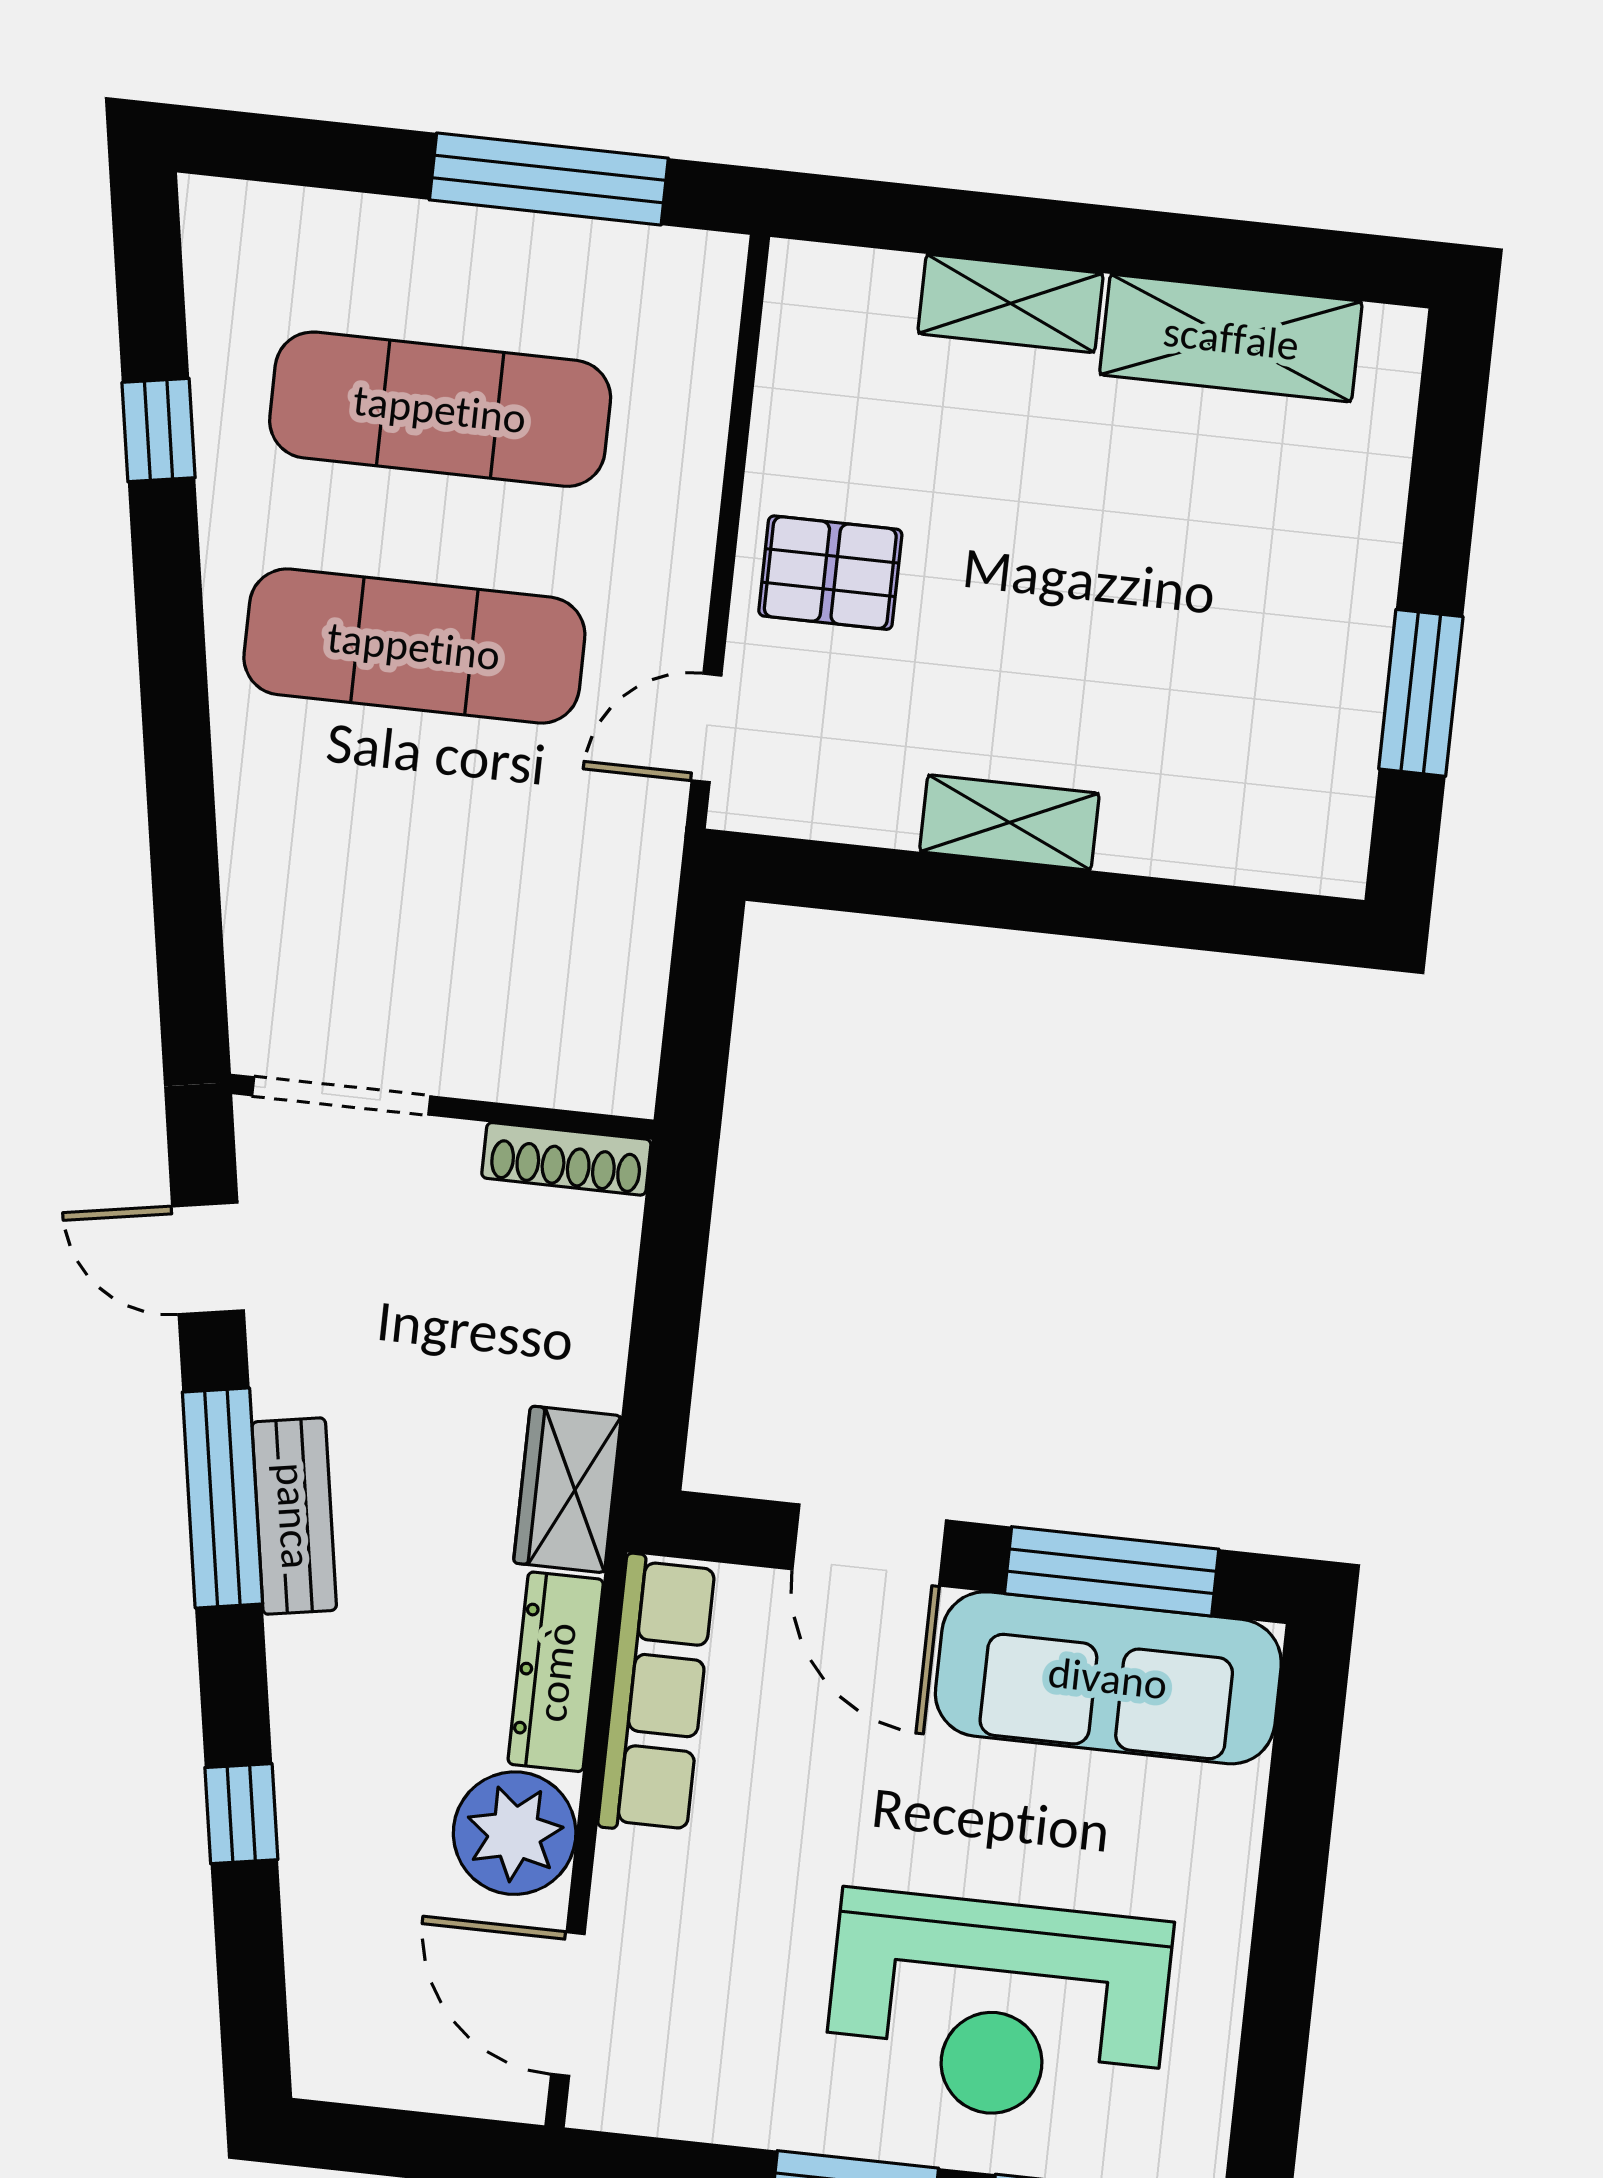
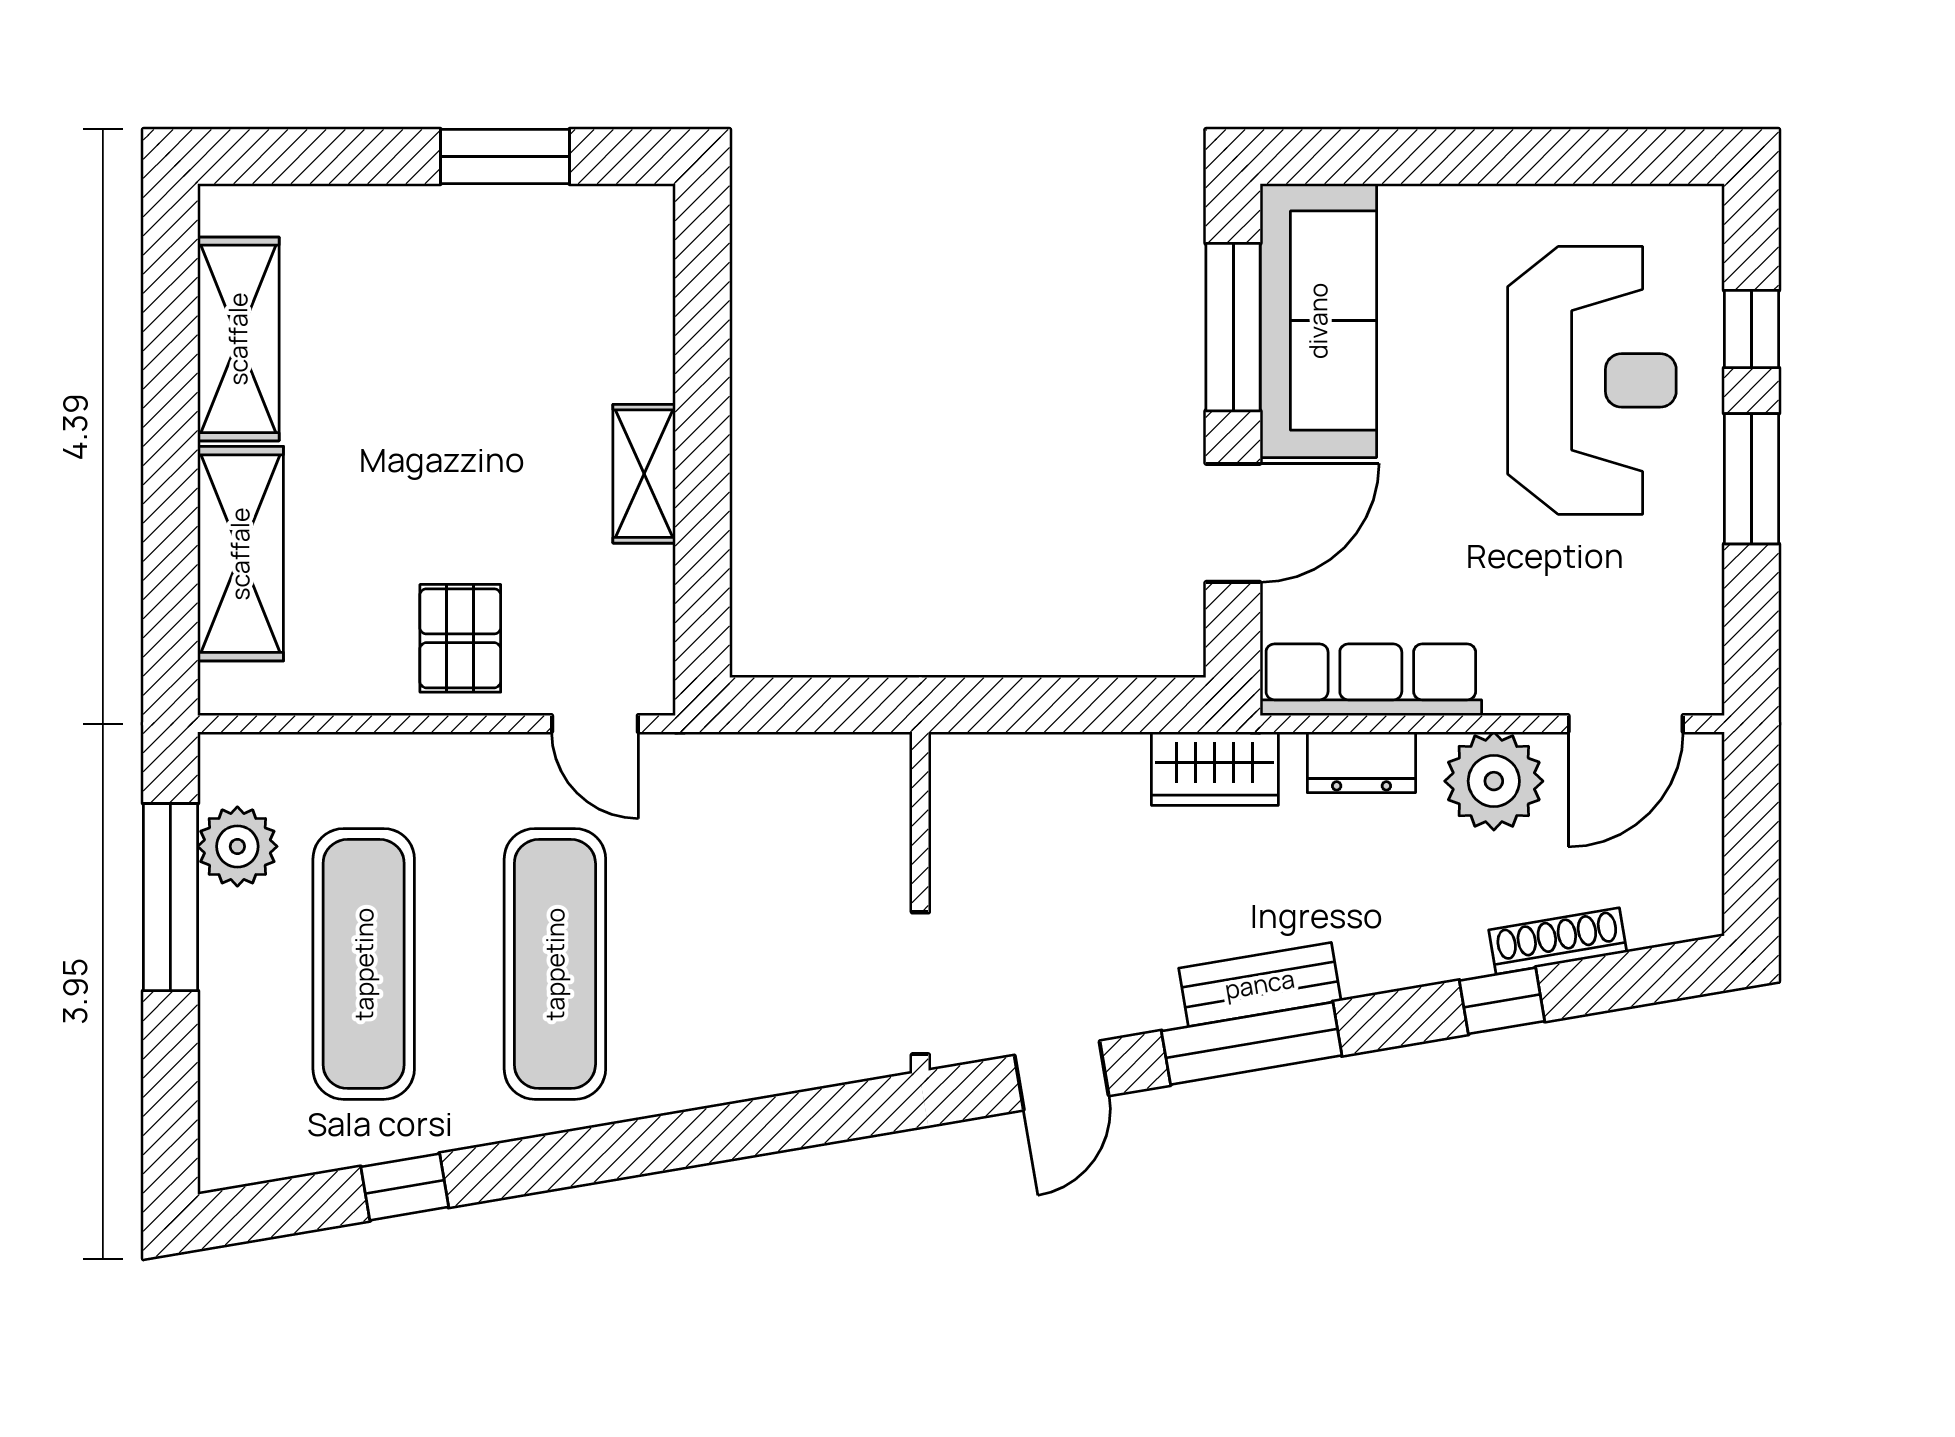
plant: (603, 269) -> (237, 846), added
shelving: (1010, 303) -> (240, 554), width x1.50, depth x1.33
shoe rack: (566, 1159) -> (1558, 941), moved, turned -100
dresser: (556, 1672) -> (1361, 762), width x0.70

